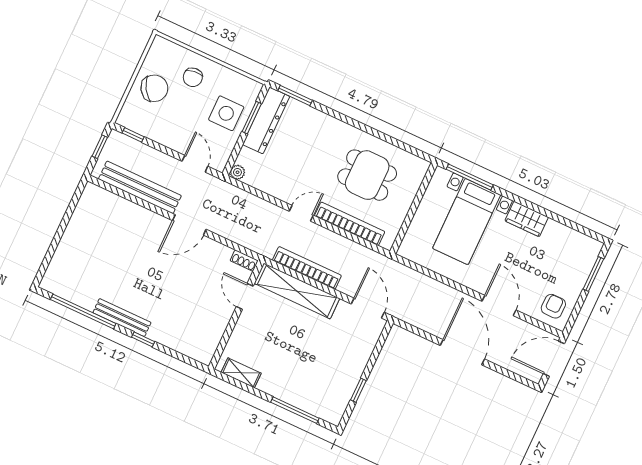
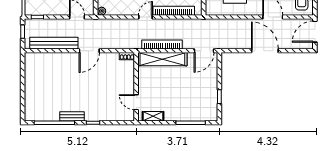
door: (245, 296) -> (136, 102), moved
door: (368, 308) -> (204, 51), swing flipped
bench: (122, 318) -> (72, 116), width x0.73

